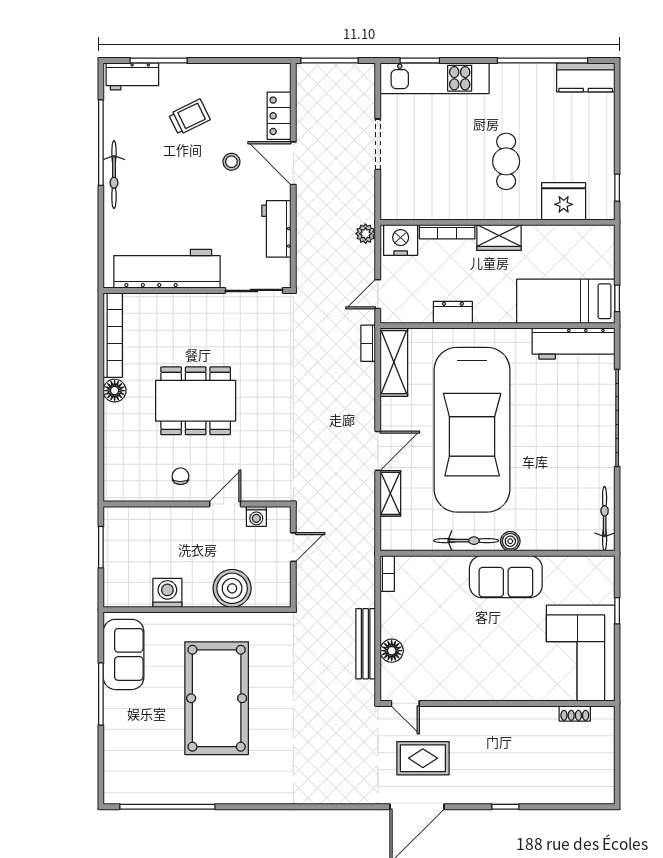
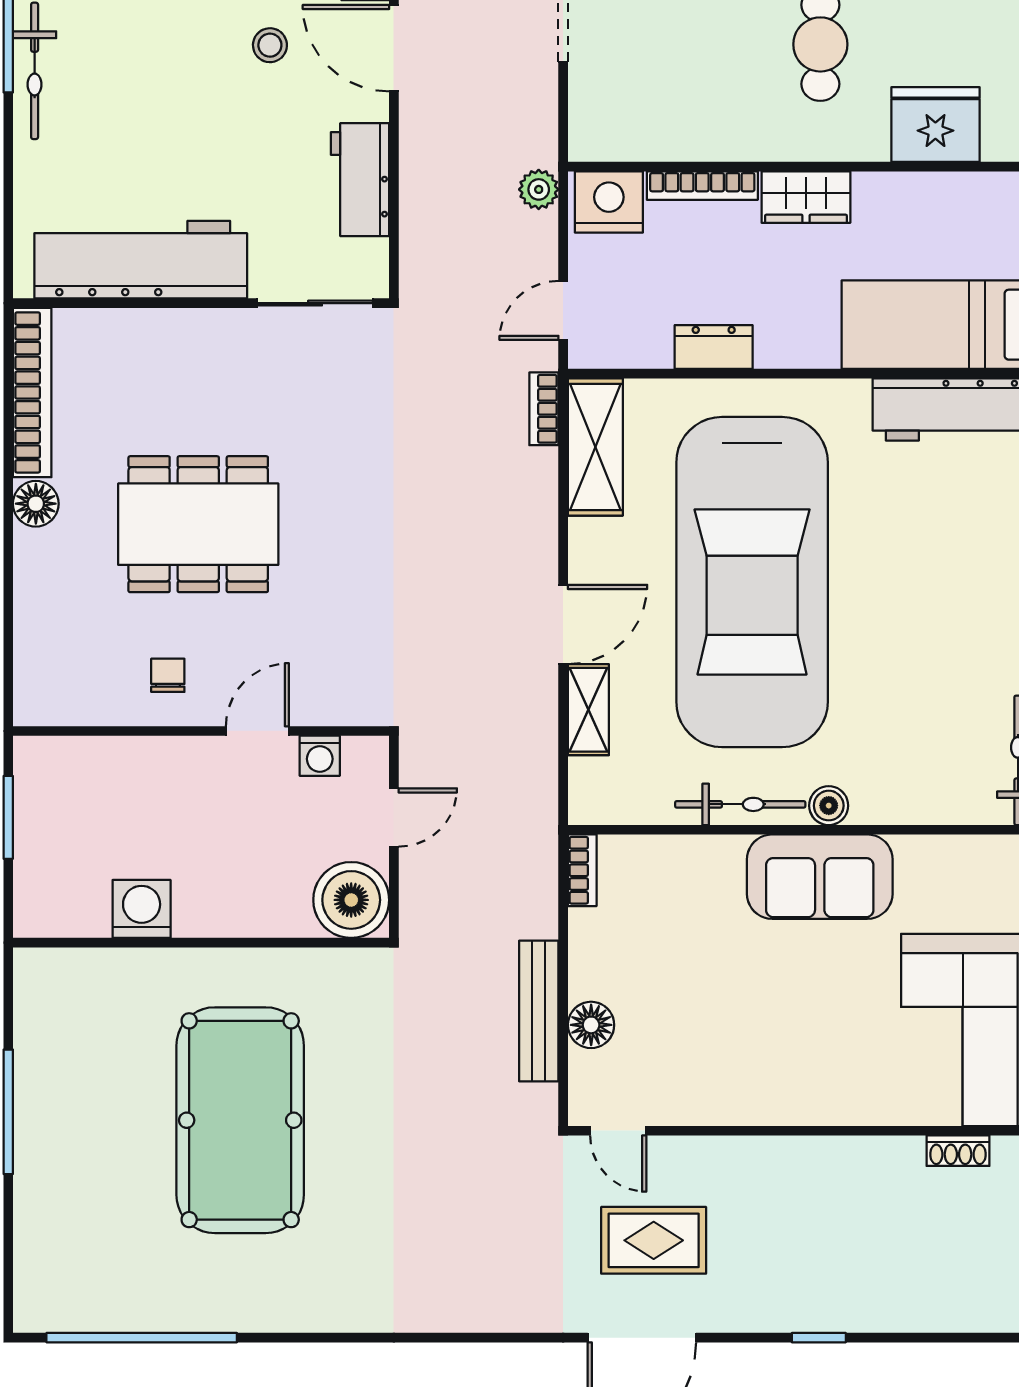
boiler: (232, 588) -> (351, 900), moved
sofa: (124, 654) -> (54, 1032), removed

